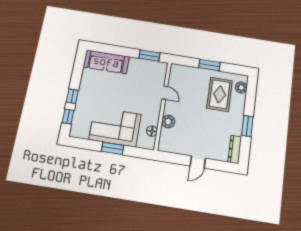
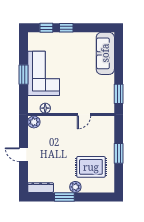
plant: (241, 88) -> (75, 187), moved
plant: (168, 122) -> (34, 122), moved

